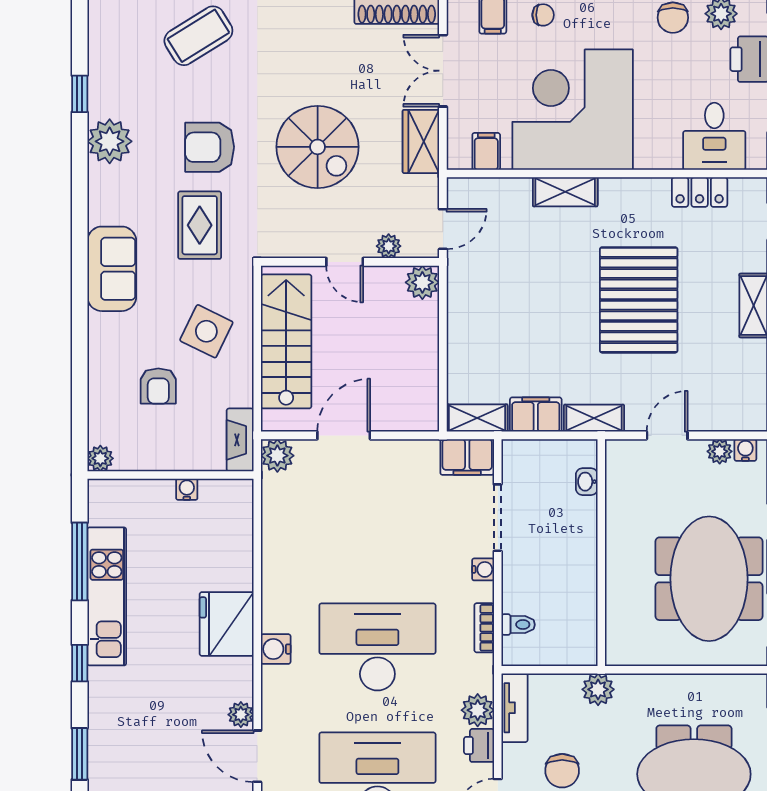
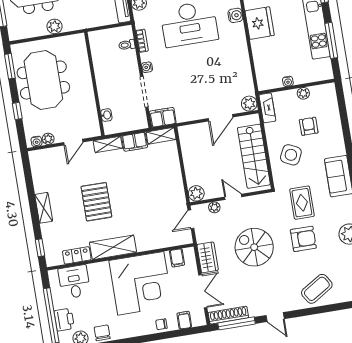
shelving: (565, 192) -> (113, 247), moved, width x1.50, depth x1.33
pallet: (639, 300) -> (96, 202), width x0.73, depth x0.71
plant: (100, 458) -> (303, 93), moved
plant: (598, 689) -> (55, 26), moved

